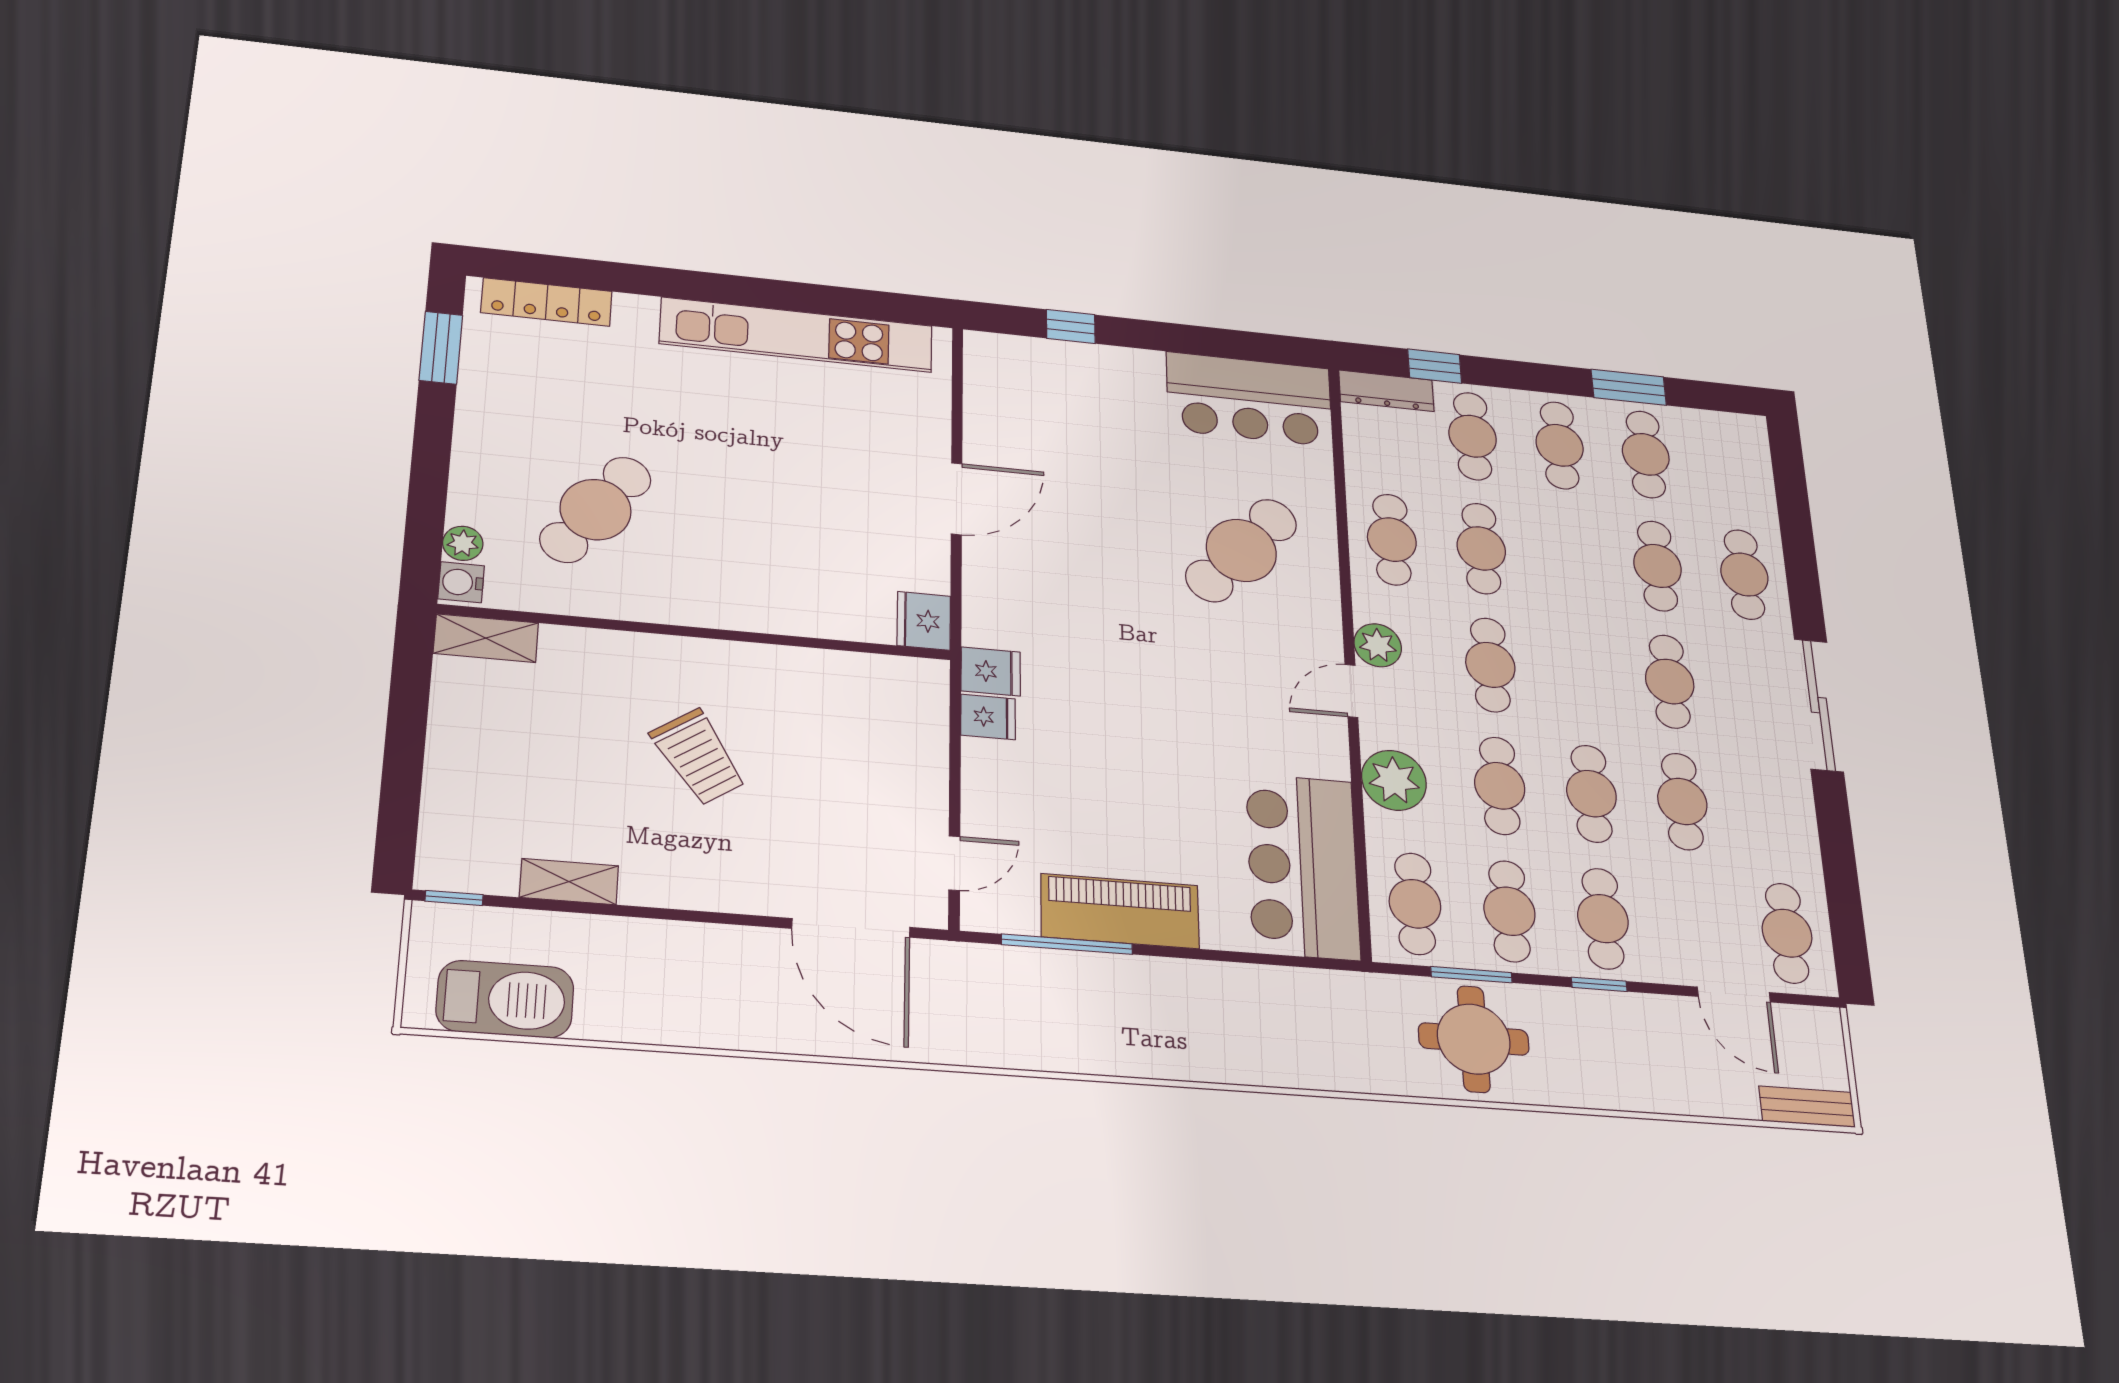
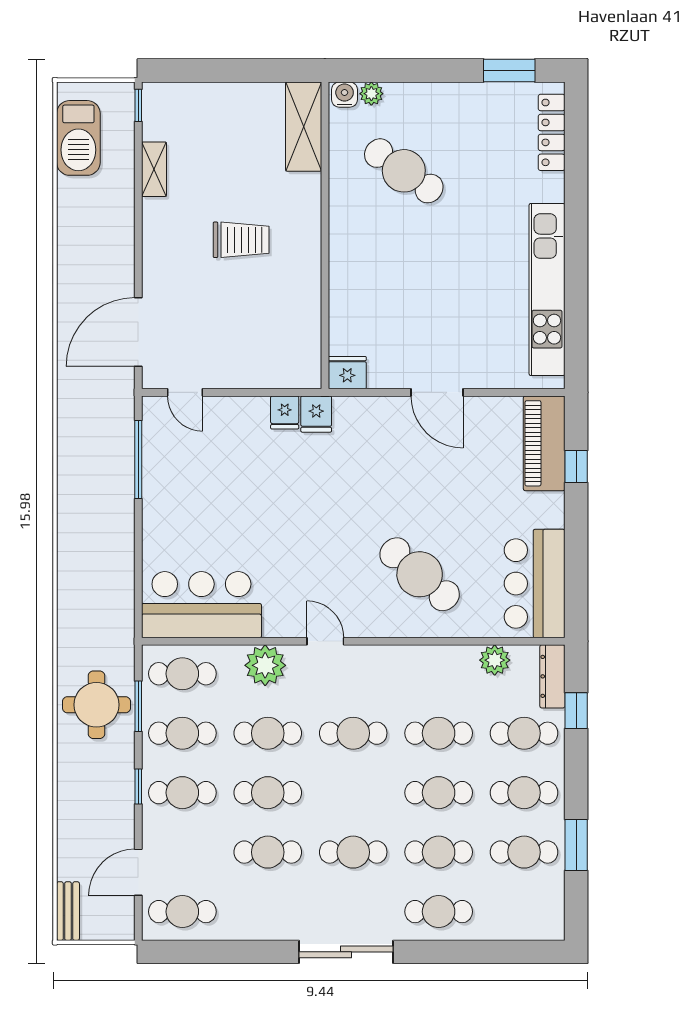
cafe table: (1392, 540) -> (439, 793), moved
shelving: (486, 638) -> (304, 127), width x1.50, depth x1.33
plant: (1378, 645) -> (495, 660), moved
trolley: (698, 757) -> (241, 240), turned -146
piano: (1120, 911) -> (544, 443), moved, turned 180

